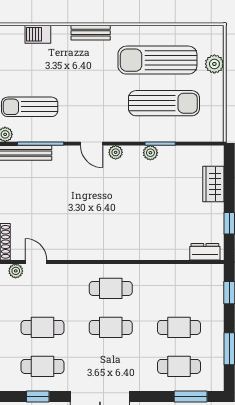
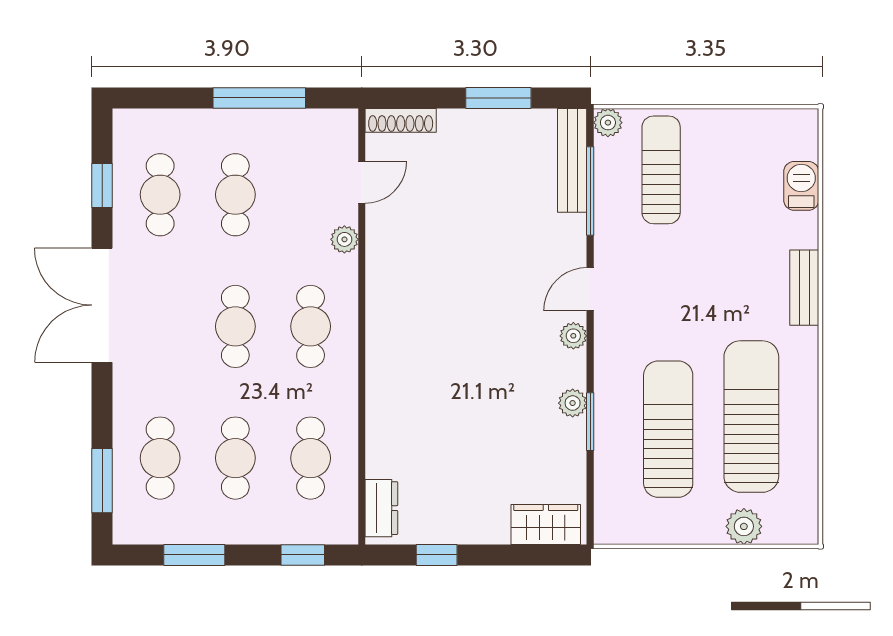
sun lounger: (164, 103) -> (668, 429), turned 180
wardrobe: (213, 184) -> (546, 524), moved
plant: (16, 271) -> (344, 239), moved
cafe table: (179, 288) -> (311, 458), added

